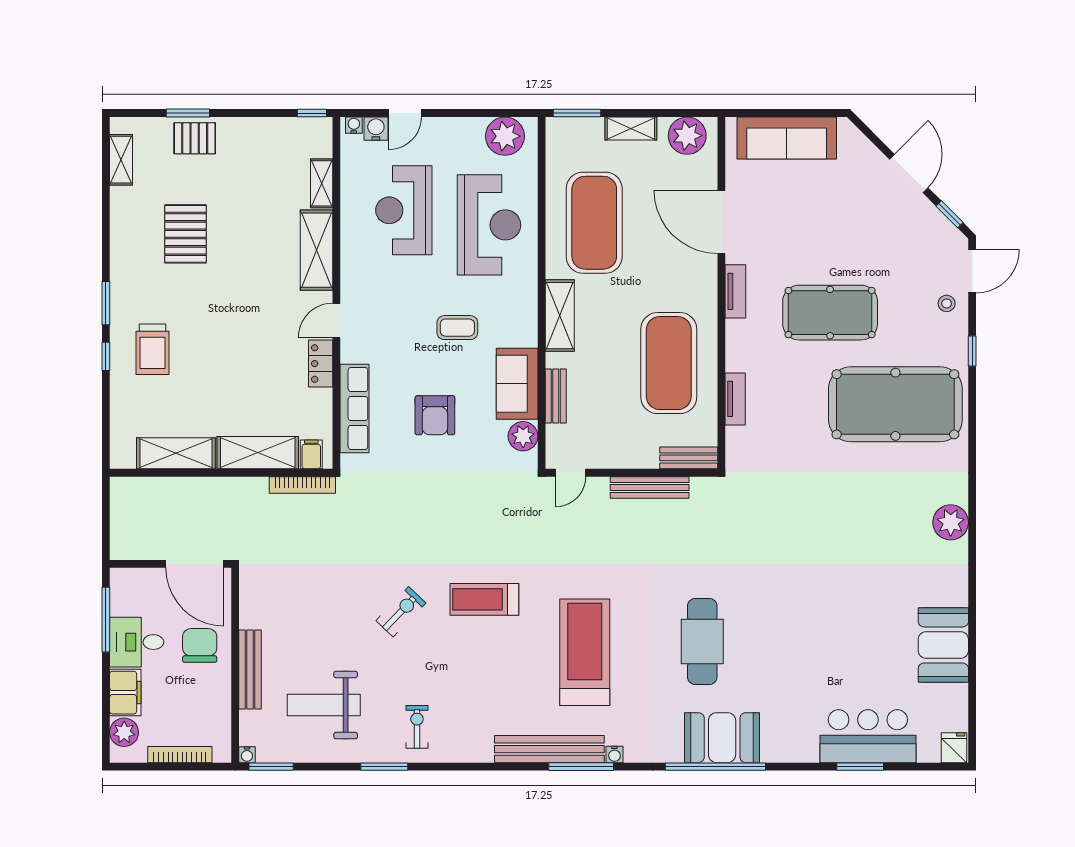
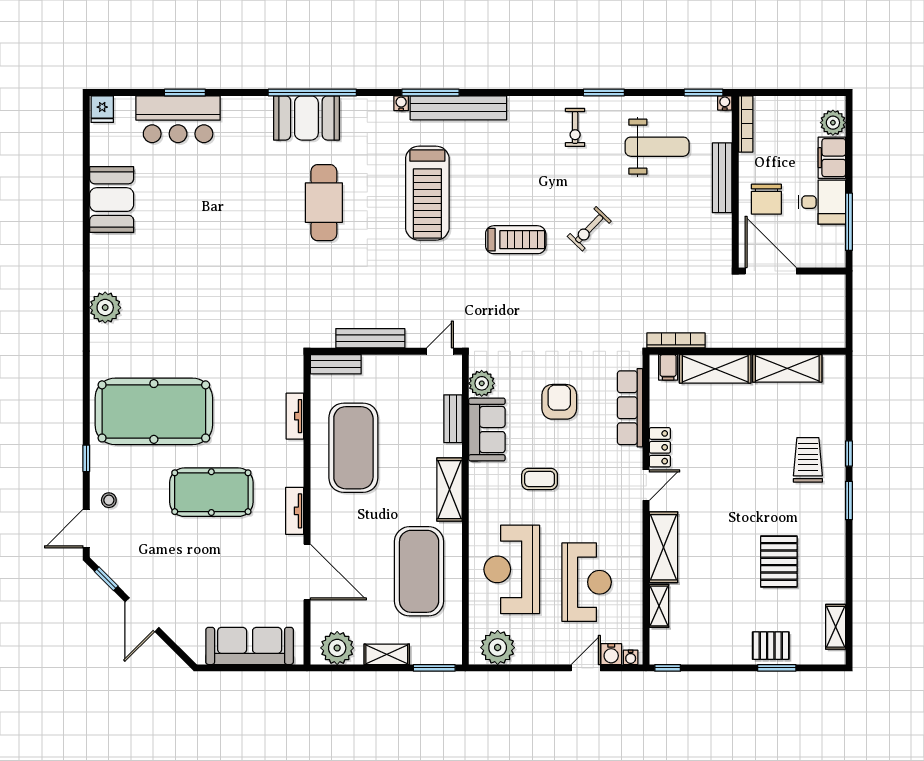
bookcase: (180, 755) -> (746, 124), moved, turned -90

